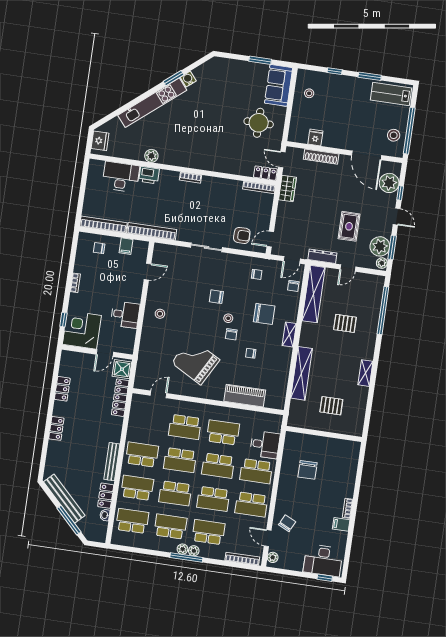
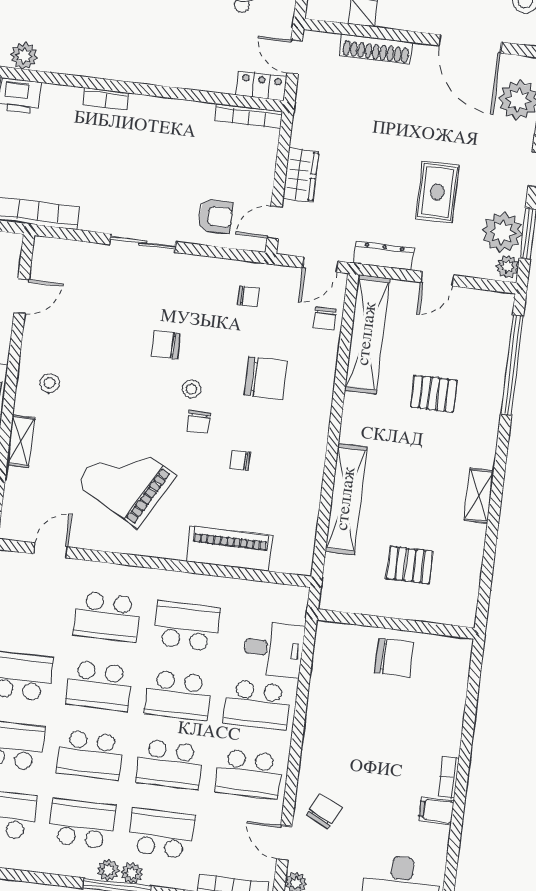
wardrobe: (287, 188) -> (301, 175), moved
shelving: (289, 335) -> (21, 441), moved
chair: (308, 470) -> (394, 658), moved, turned -90

